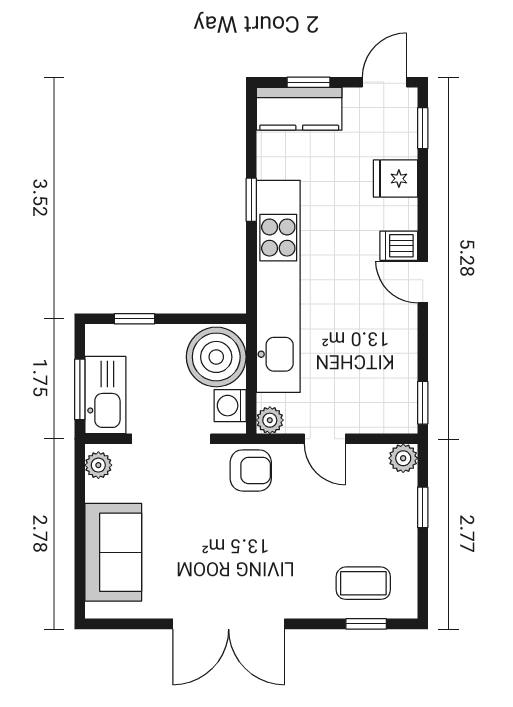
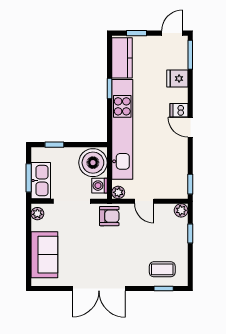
kitchen counter: (299, 109) -> (122, 58), moved, turned -90
window: (423, 128) -> (190, 55), width x1.50

